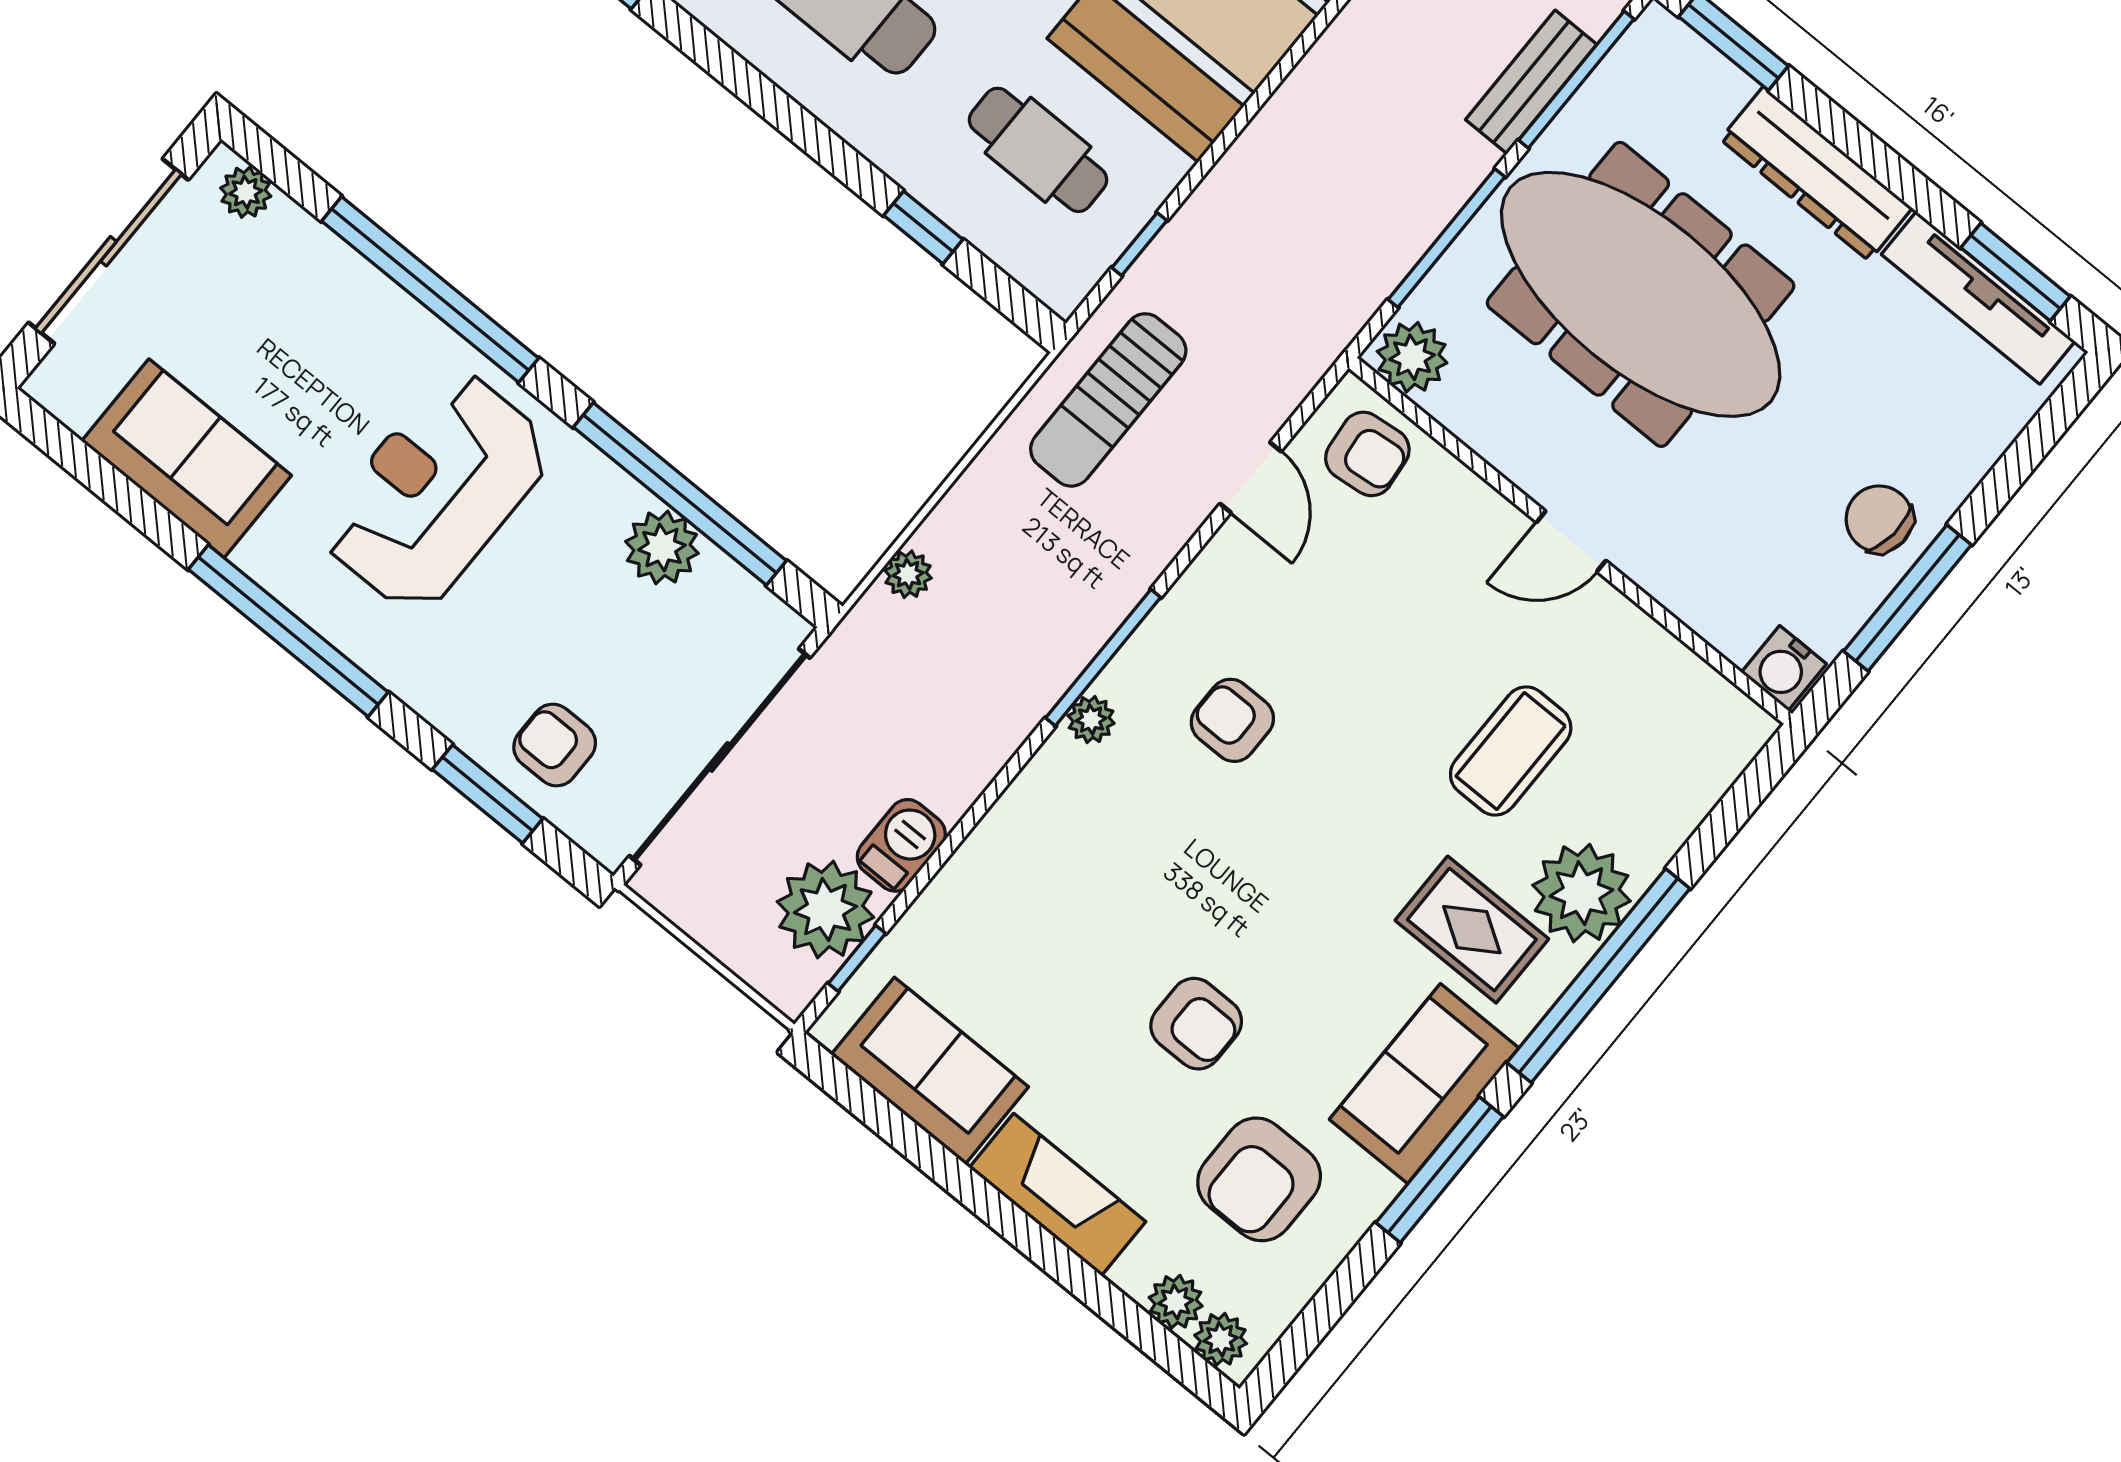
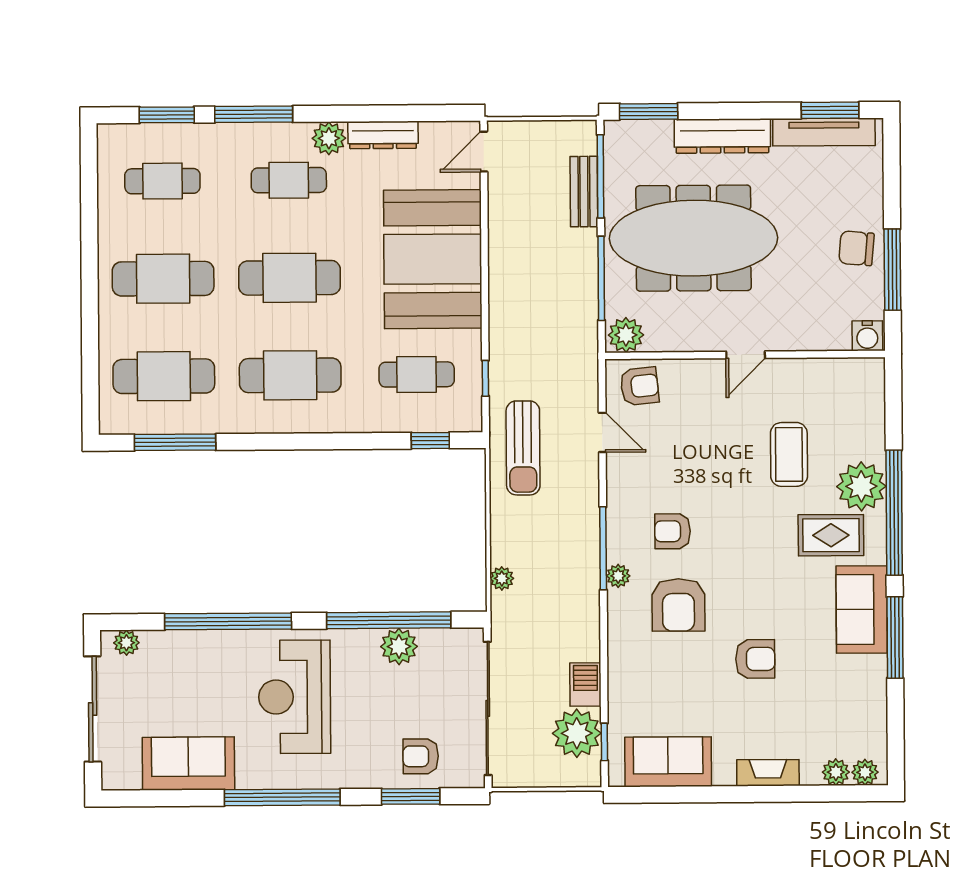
window: (923, 227) -> (430, 441), moved
armchair: (1259, 1179) -> (678, 605), moved
fireplace: (1058, 1195) -> (768, 773), width x0.73, depth x0.76

